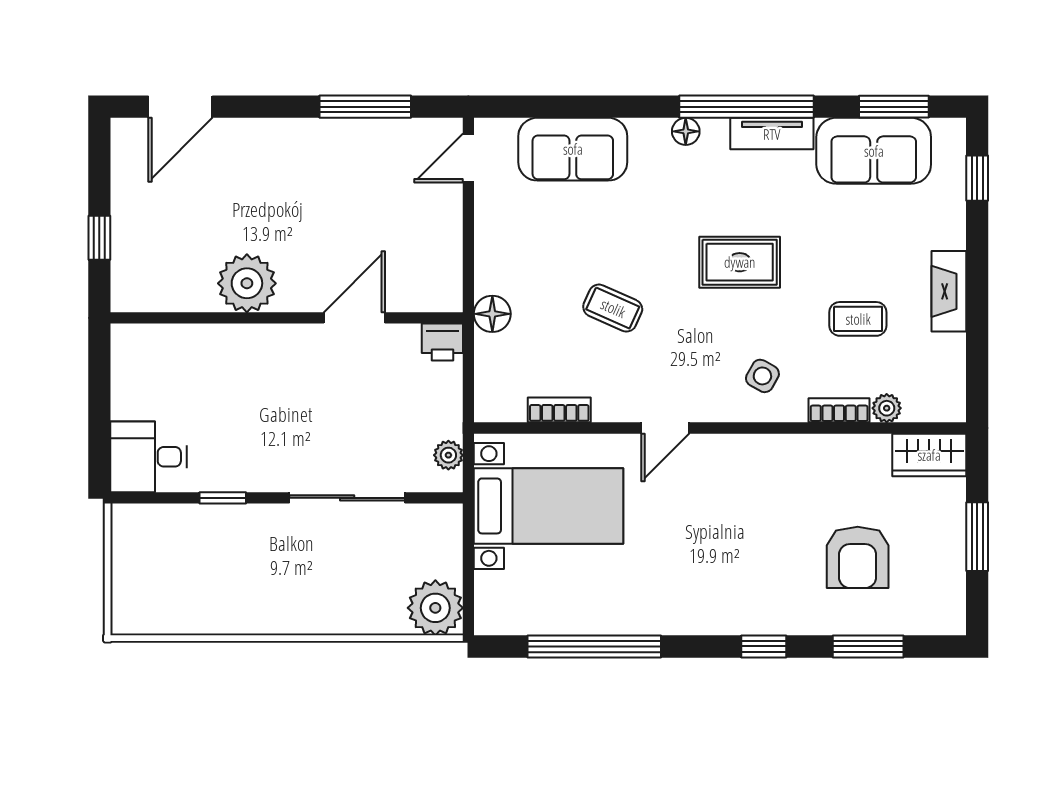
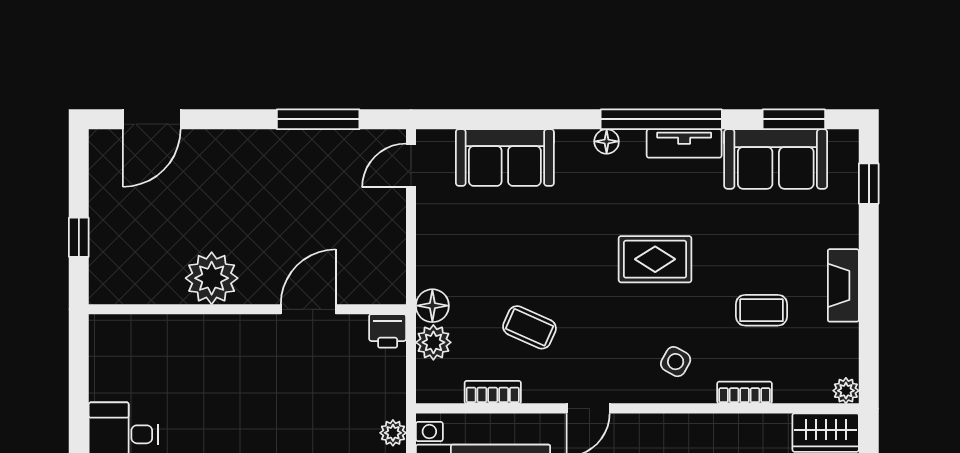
coffee table: (613, 308) -> (529, 327), moved
plant: (493, 355) -> (433, 342), added
plant: (887, 408) -> (846, 391), moved

